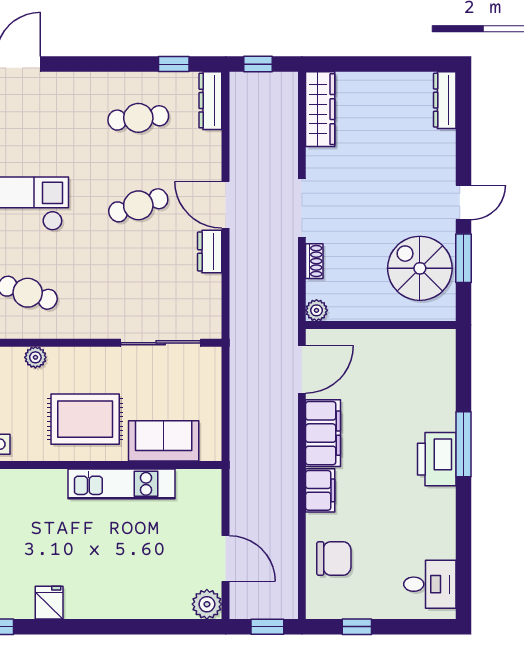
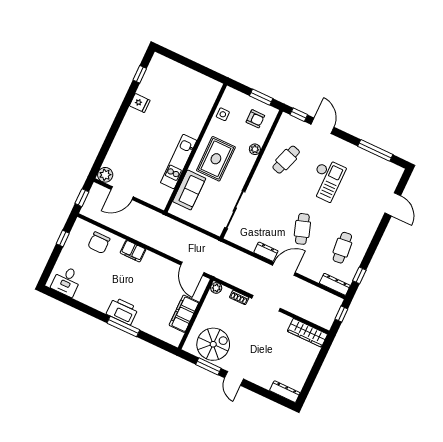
filing cabinet: (323, 433) -> (184, 314), moved, turned 90

